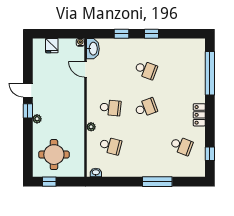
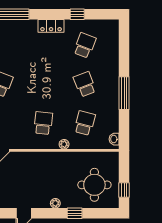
school desk: (146, 108) -> (85, 84), moved
window: (28, 111) -> (75, 213), moved
window: (210, 154) -> (77, 14), moved
window: (157, 182) -> (124, 93), moved

